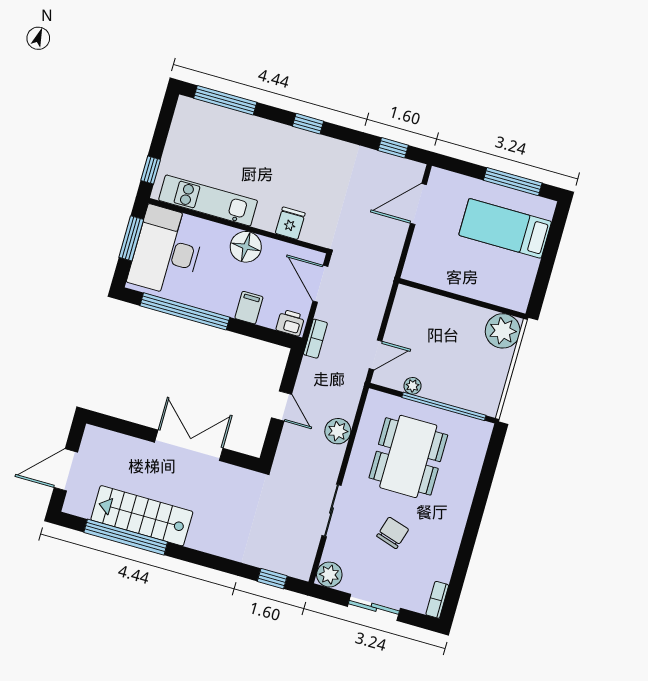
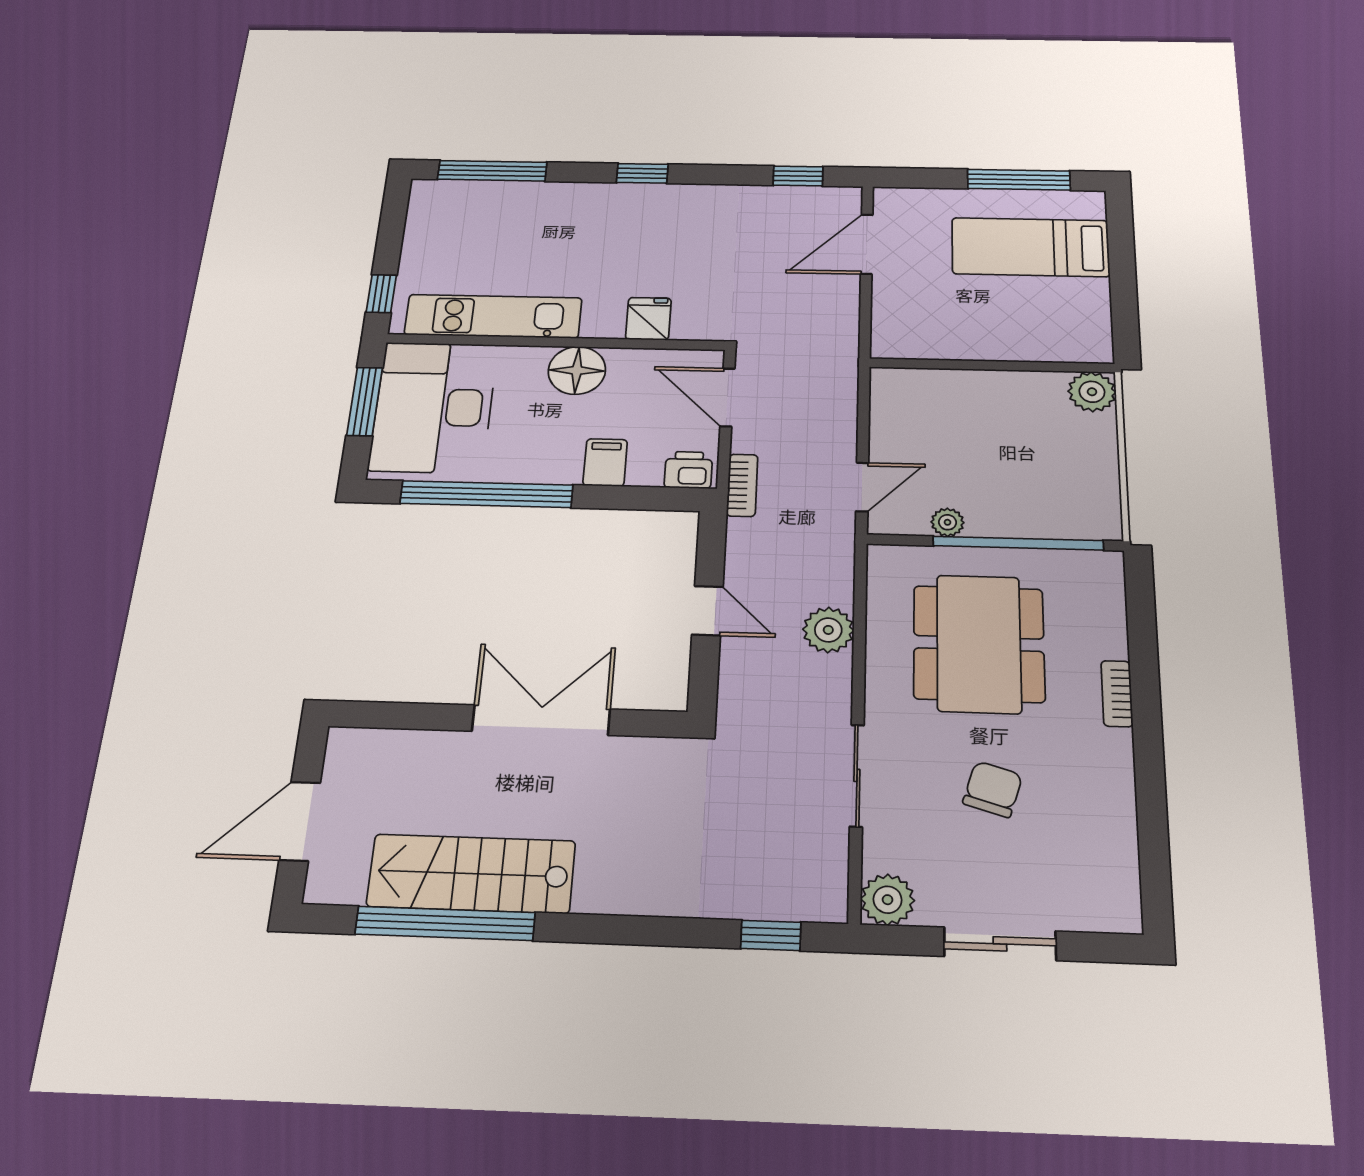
plant: (503, 331) -> (1092, 392), width x0.73, depth x0.73
bookcase: (437, 600) -> (1117, 694), moved

